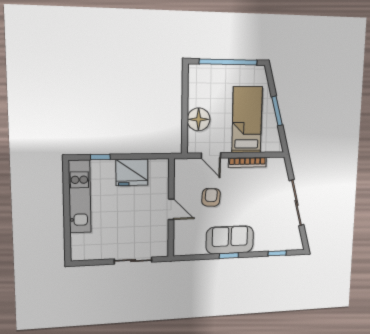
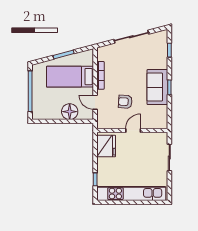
door: (211, 156) -> (95, 102), swing flipped
fridge: (132, 172) -> (106, 146), moved
kitchen unit: (80, 197) -> (131, 194), width x1.36

